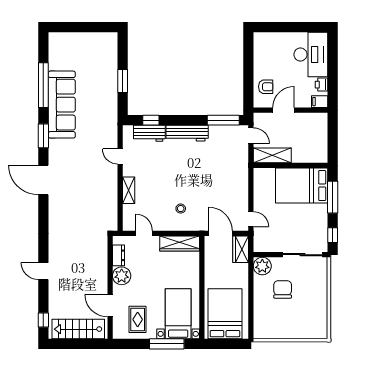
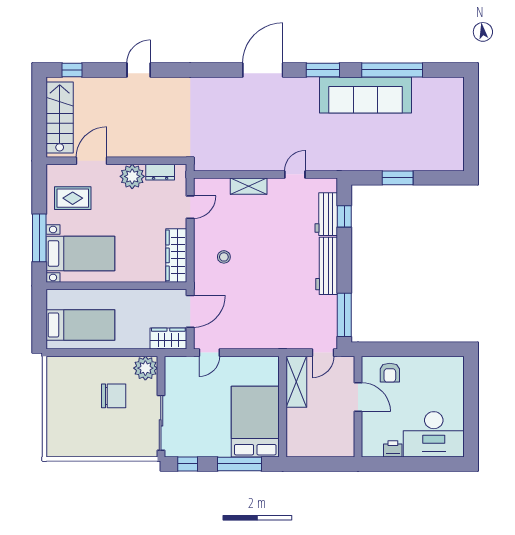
filing cabinet: (320, 102) -> (370, 446), removed
bed: (225, 314) -> (80, 325), width x0.67

